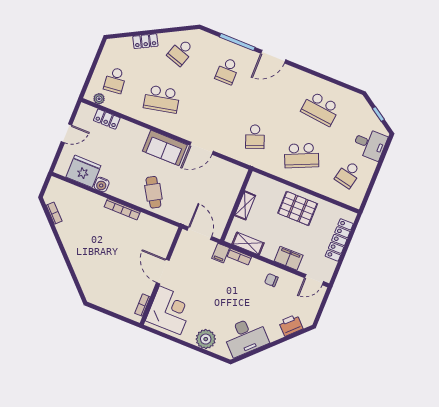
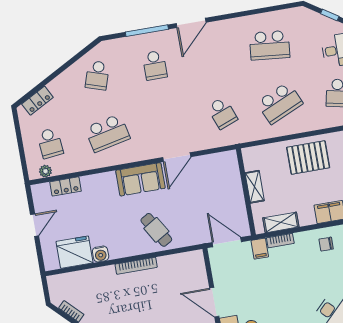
locker: (145, 41) -> (37, 101), moved

